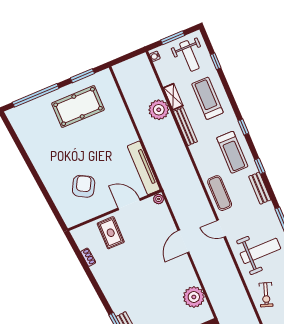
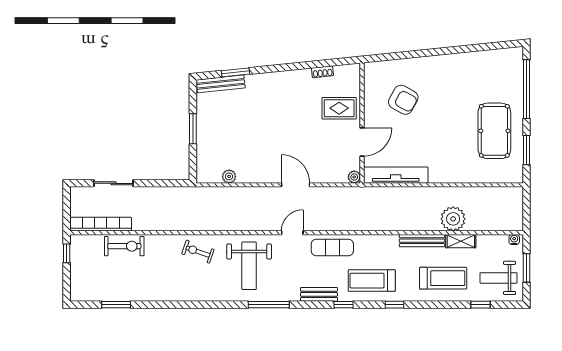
plant: (194, 297) -> (229, 176), width x0.53, depth x0.53

